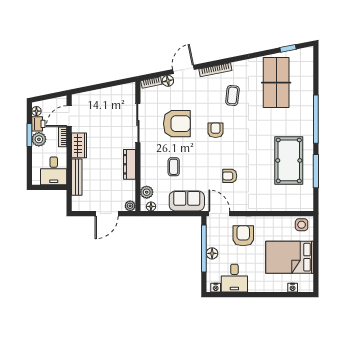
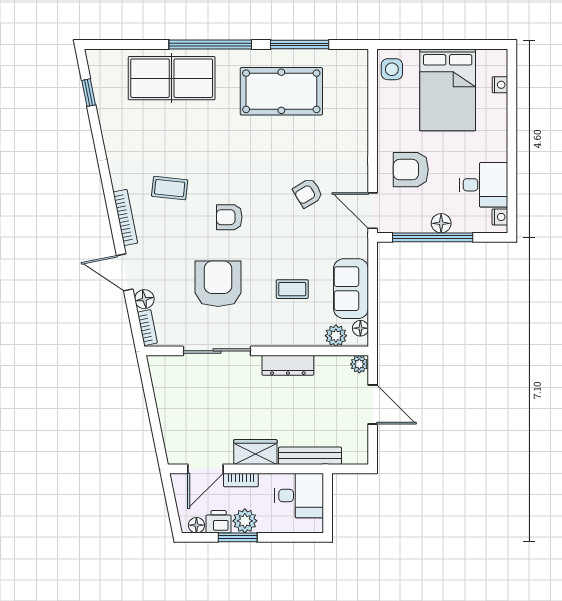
table tennis table: (276, 83) -> (172, 78), moved
door: (69, 116) -> (205, 469), hinge flipped
armchair: (230, 176) -> (308, 193), turned 59
sofa: (187, 201) -> (351, 289), moved
door: (219, 214) -> (373, 211), hinge flipped

